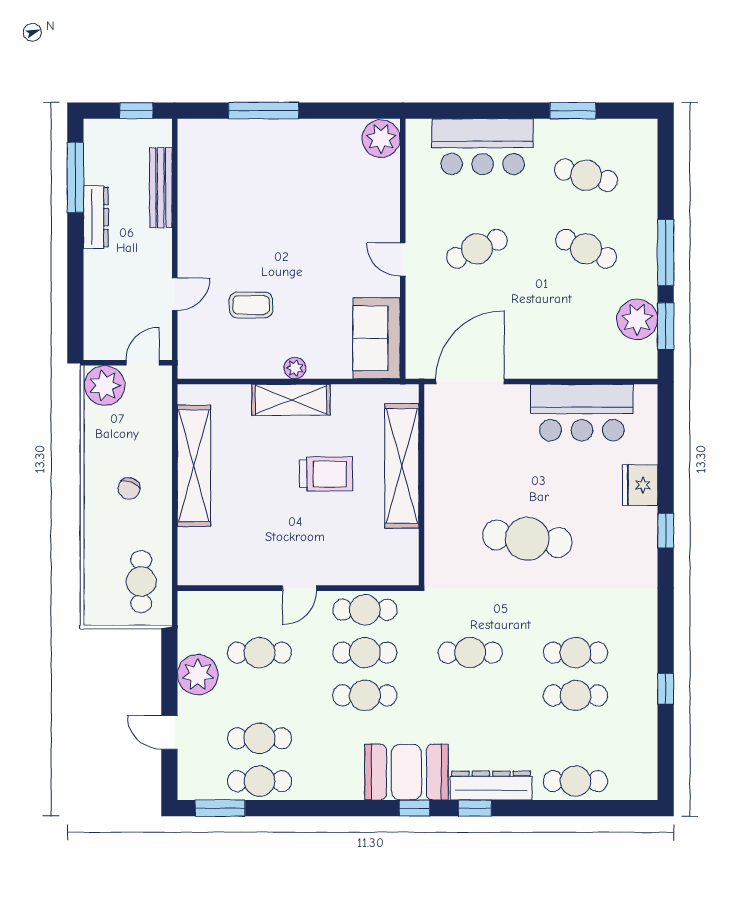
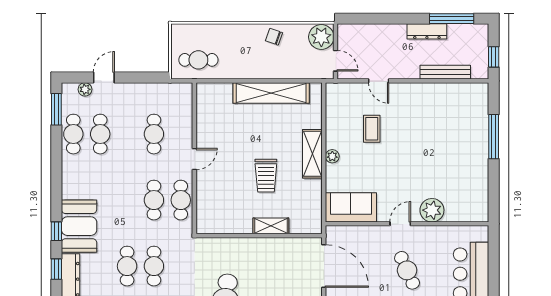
plant: (381, 139) -> (432, 210), moved
shelving: (402, 466) -> (271, 226), width x0.45, depth x0.75
chair: (129, 489) -> (274, 37), moved
door: (299, 588) -> (194, 159), swing flipped
plant: (198, 675) -> (85, 89), moved, width x0.53, depth x0.53
cafe table: (365, 695) -> (127, 266), moved

